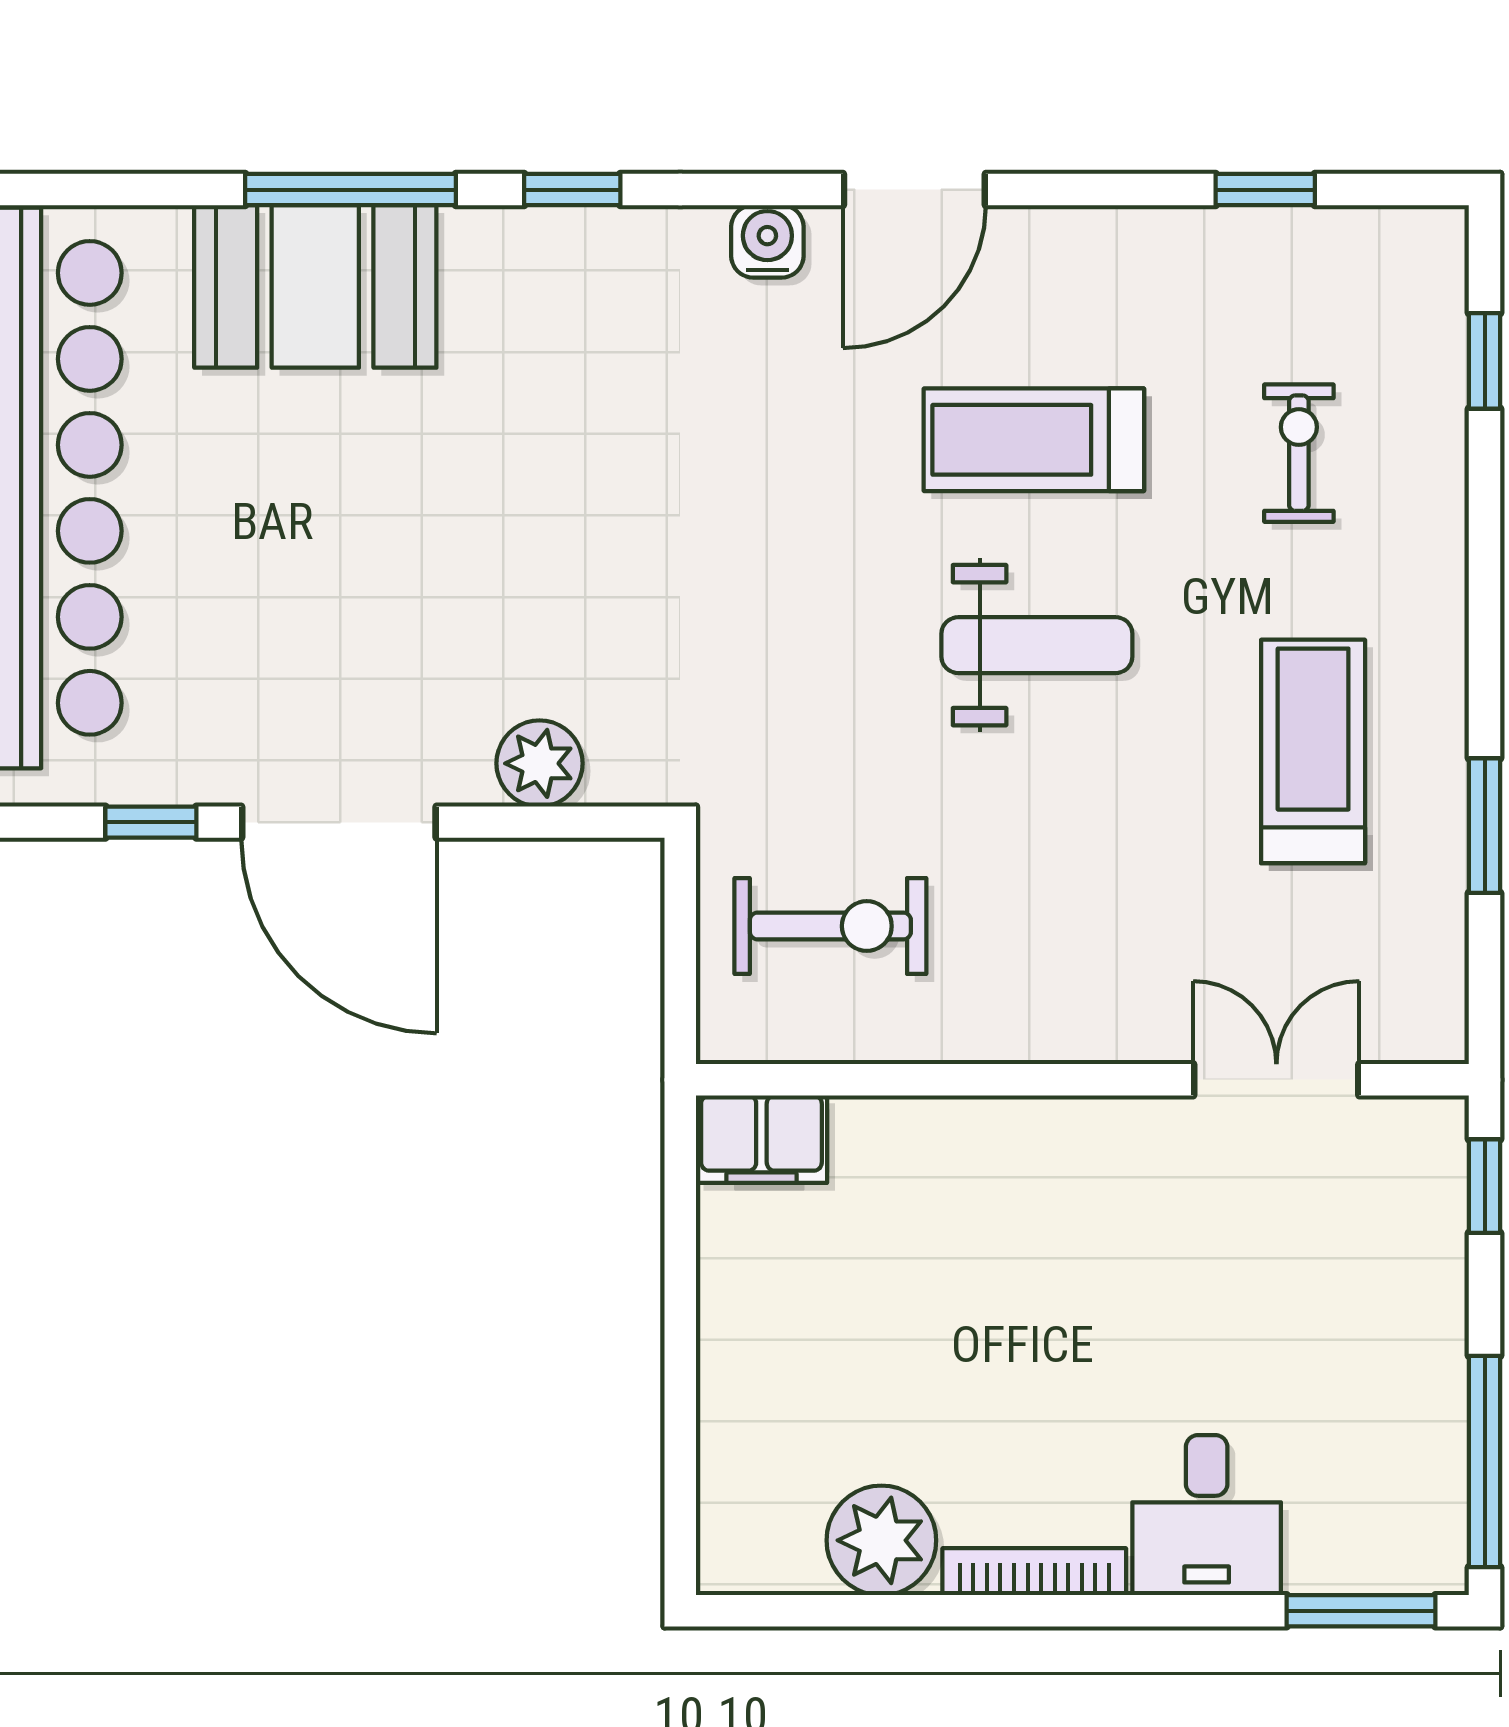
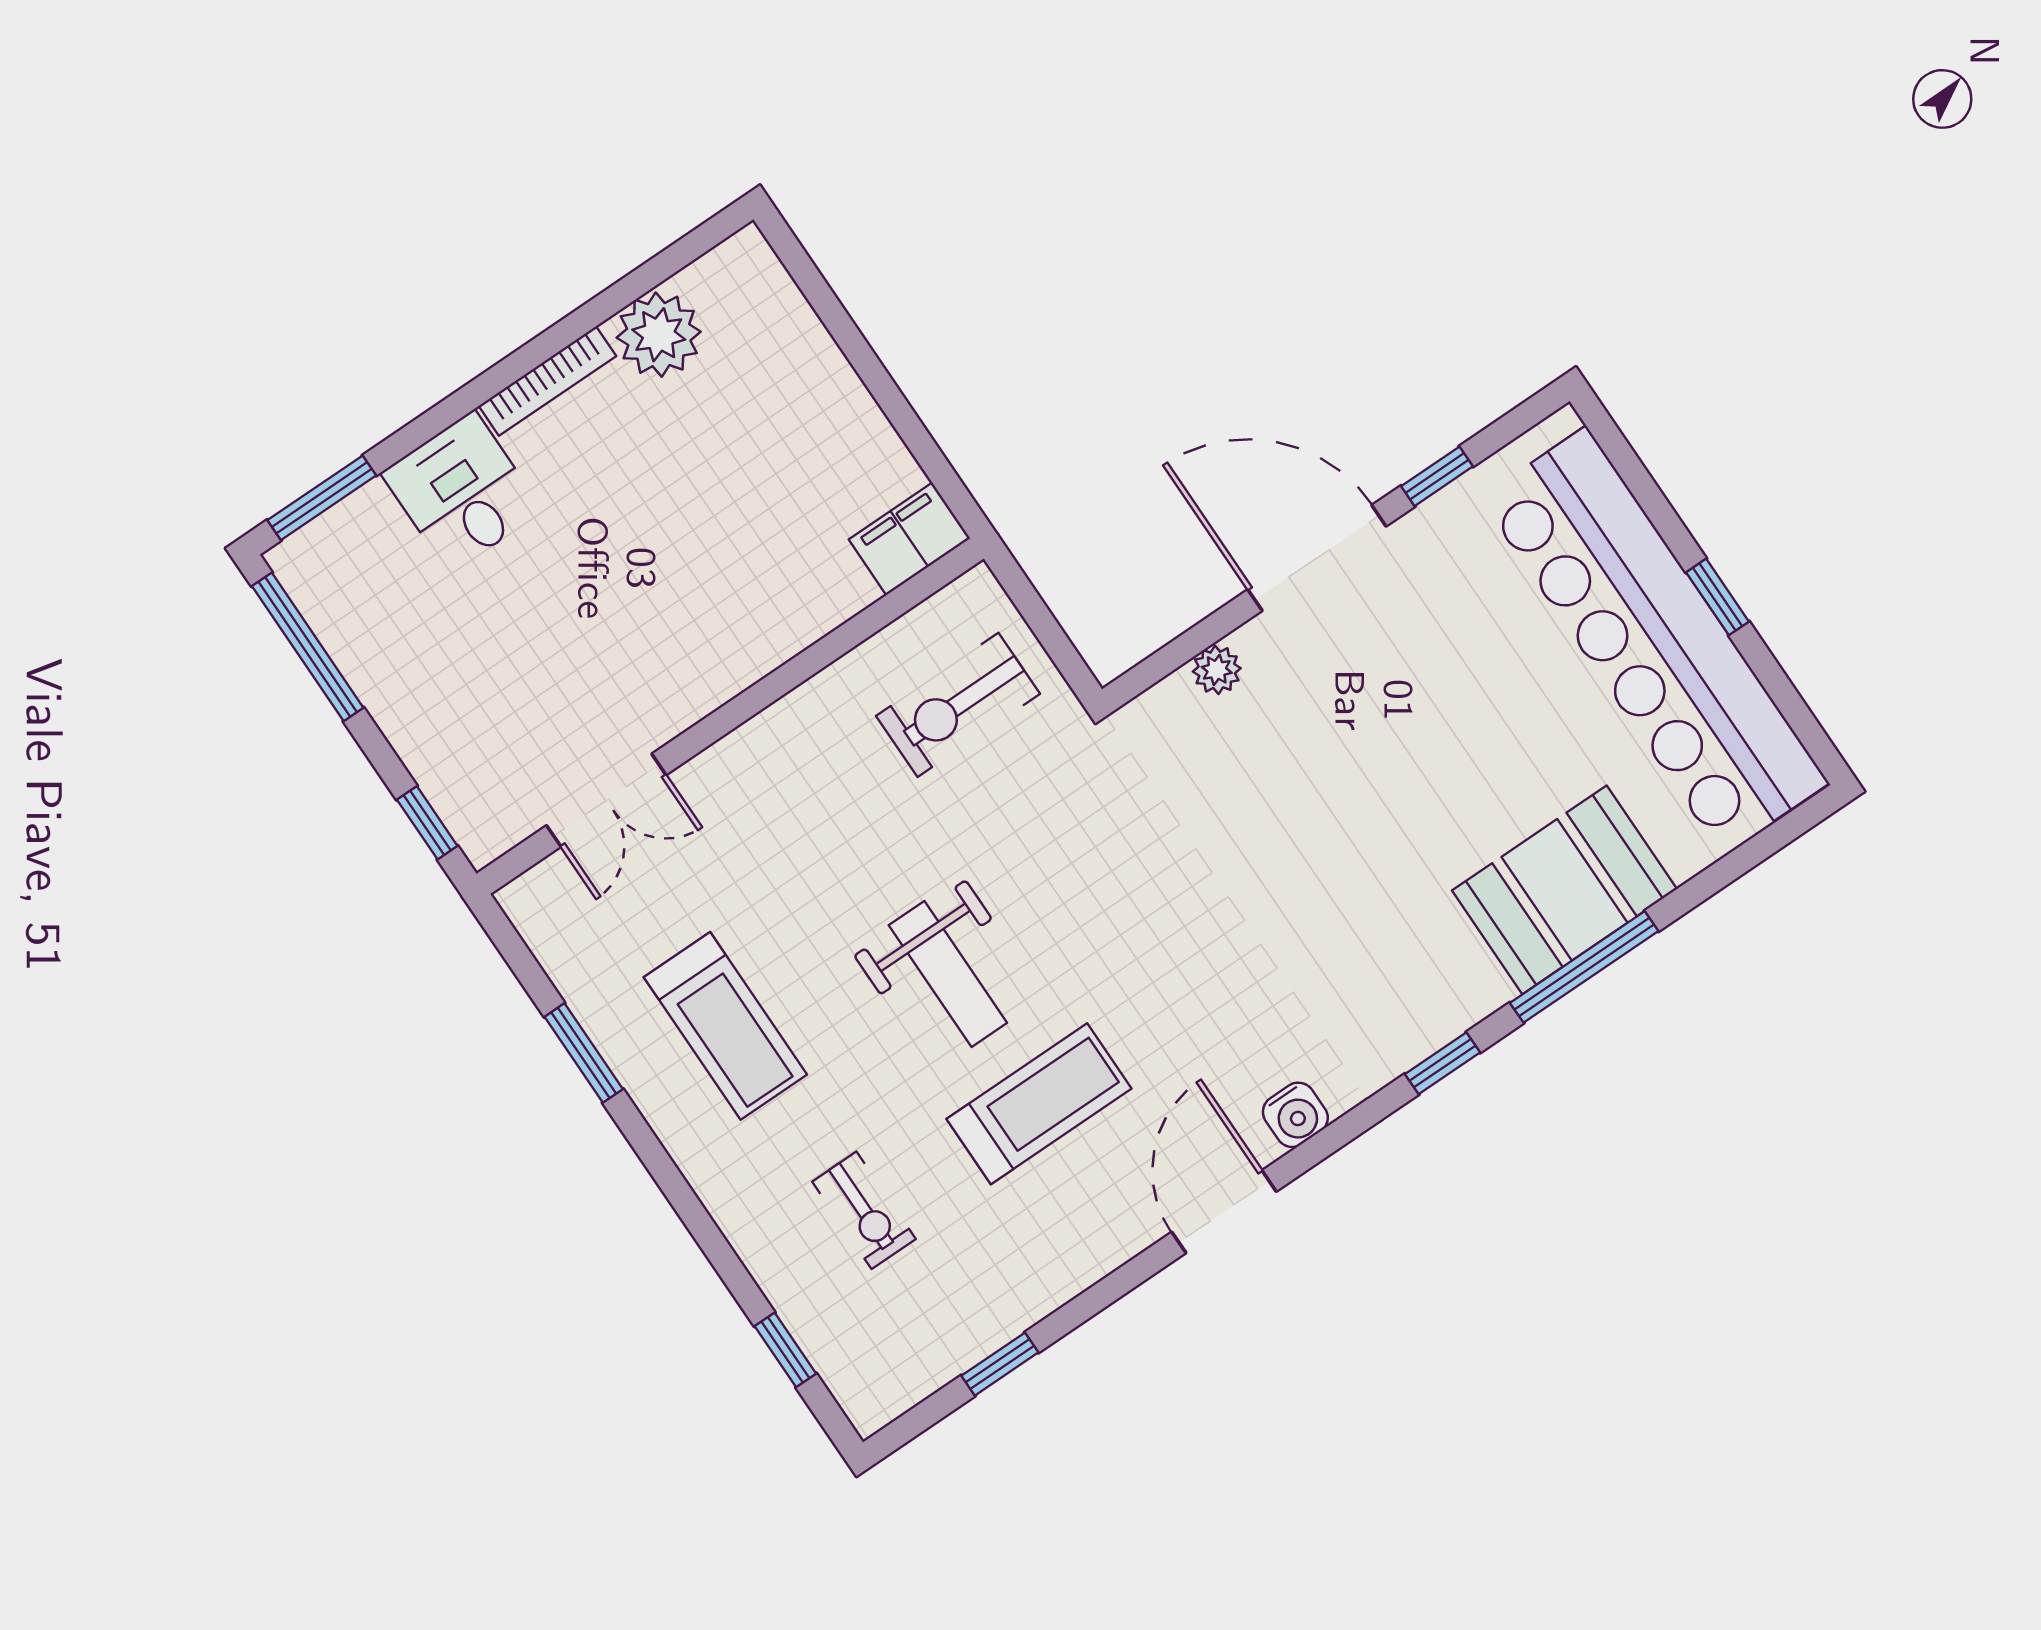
weight bench: (1037, 645) -> (948, 974), turned -90
plant: (539, 763) -> (1217, 670), width x0.73, depth x0.73

